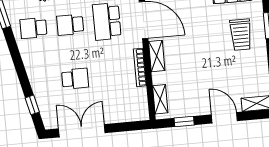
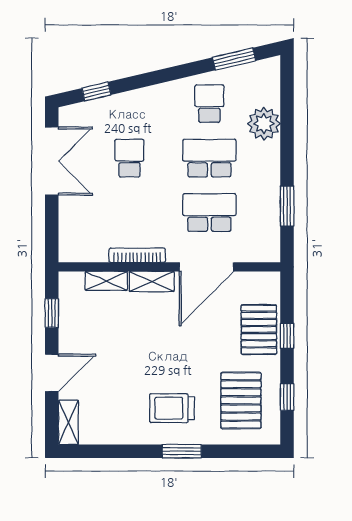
school desk: (70, 25) -> (209, 158), width x1.85
school desk: (75, 79) -> (129, 158), turned 180
shelving: (160, 99) -> (106, 281), moved

